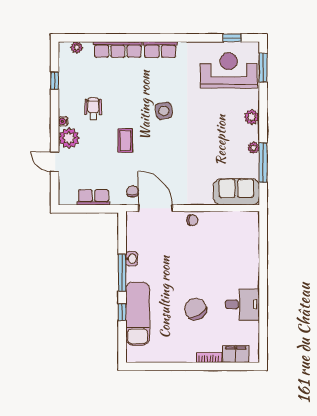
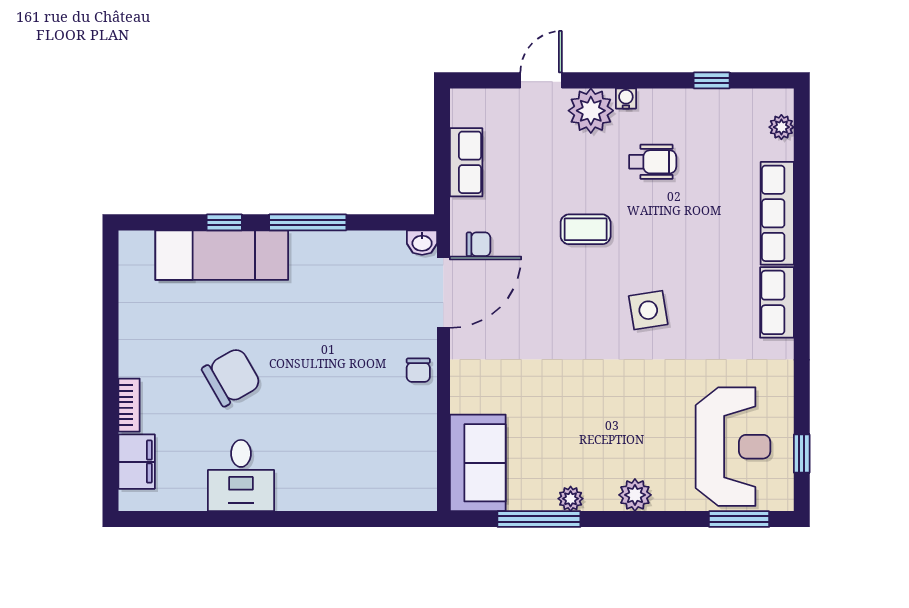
washbasin: (132, 259) -> (422, 243), moved

